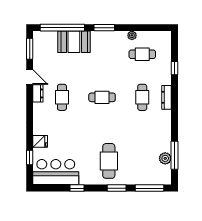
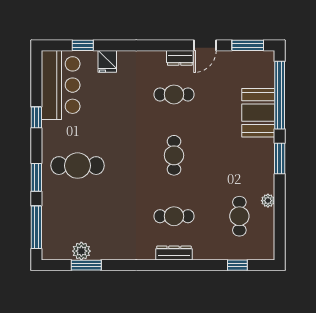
window: (175, 68) -> (237, 265), moved
window: (175, 155) -> (86, 265), width x0.69

